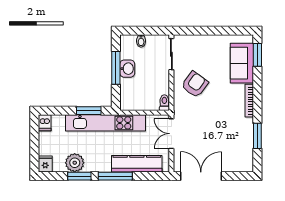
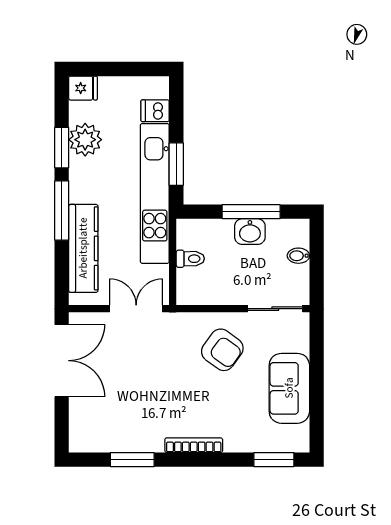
sofa: (242, 63) -> (289, 388), moved, turned -90
toilet: (164, 103) -> (190, 259), moved
dishwasher: (45, 123) -> (155, 111), moved

